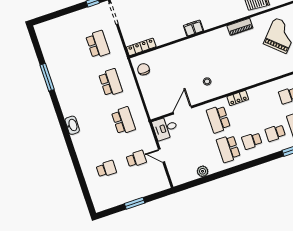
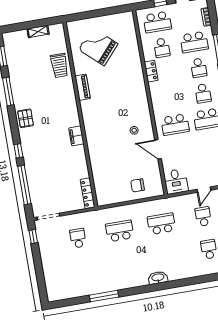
school desk: (98, 44) -> (78, 238), width x0.54
chair: (143, 69) -> (138, 185), moved
locker: (238, 98) -> (151, 71), moved
door: (182, 110) -> (158, 149), moved

